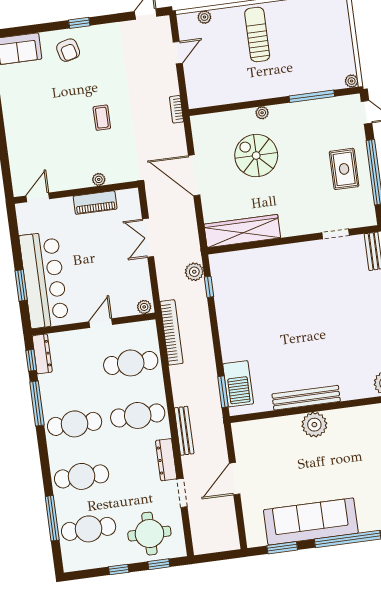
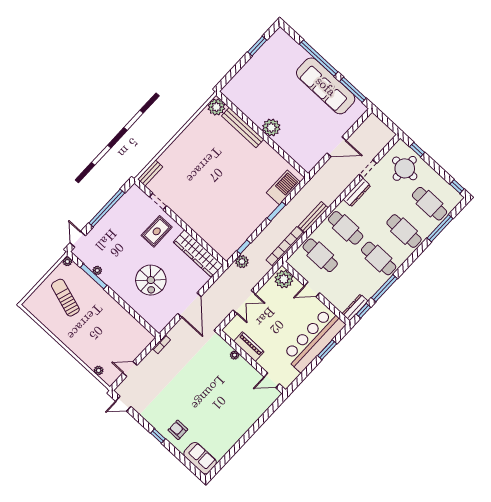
sun lounger: (257, 34) -> (65, 298), moved, turned 108
armchair: (68, 50) -> (178, 430), turned -76
plant: (262, 113) -> (97, 270), moved
coffee table: (102, 118) -> (200, 381), removed
rug: (344, 169) -> (157, 231), moved
plant: (144, 307) -> (284, 279), width x1.87, depth x1.87
window: (223, 392) -> (276, 211), moved
bench: (306, 398) -> (243, 128), moved
bench: (184, 431) -> (313, 217), moved
window: (282, 548) -> (353, 90), width x1.44
window: (119, 570) -> (457, 187), moved

